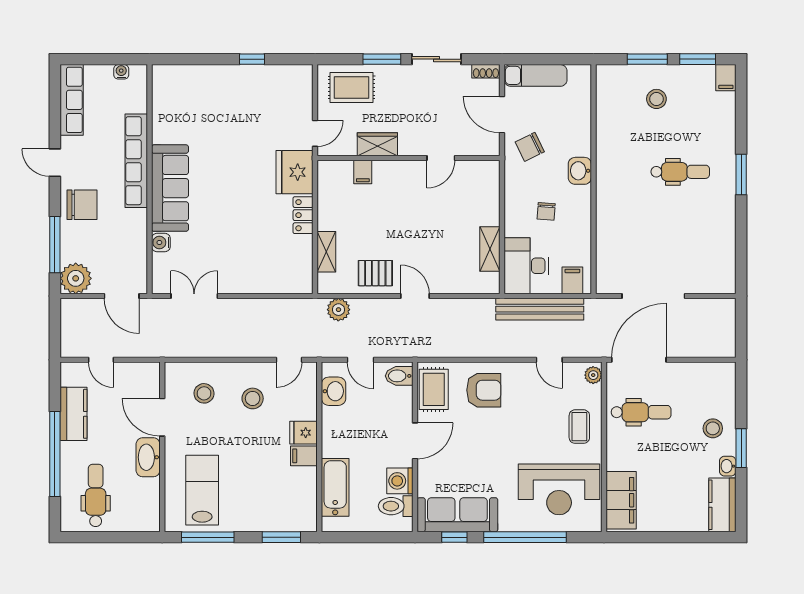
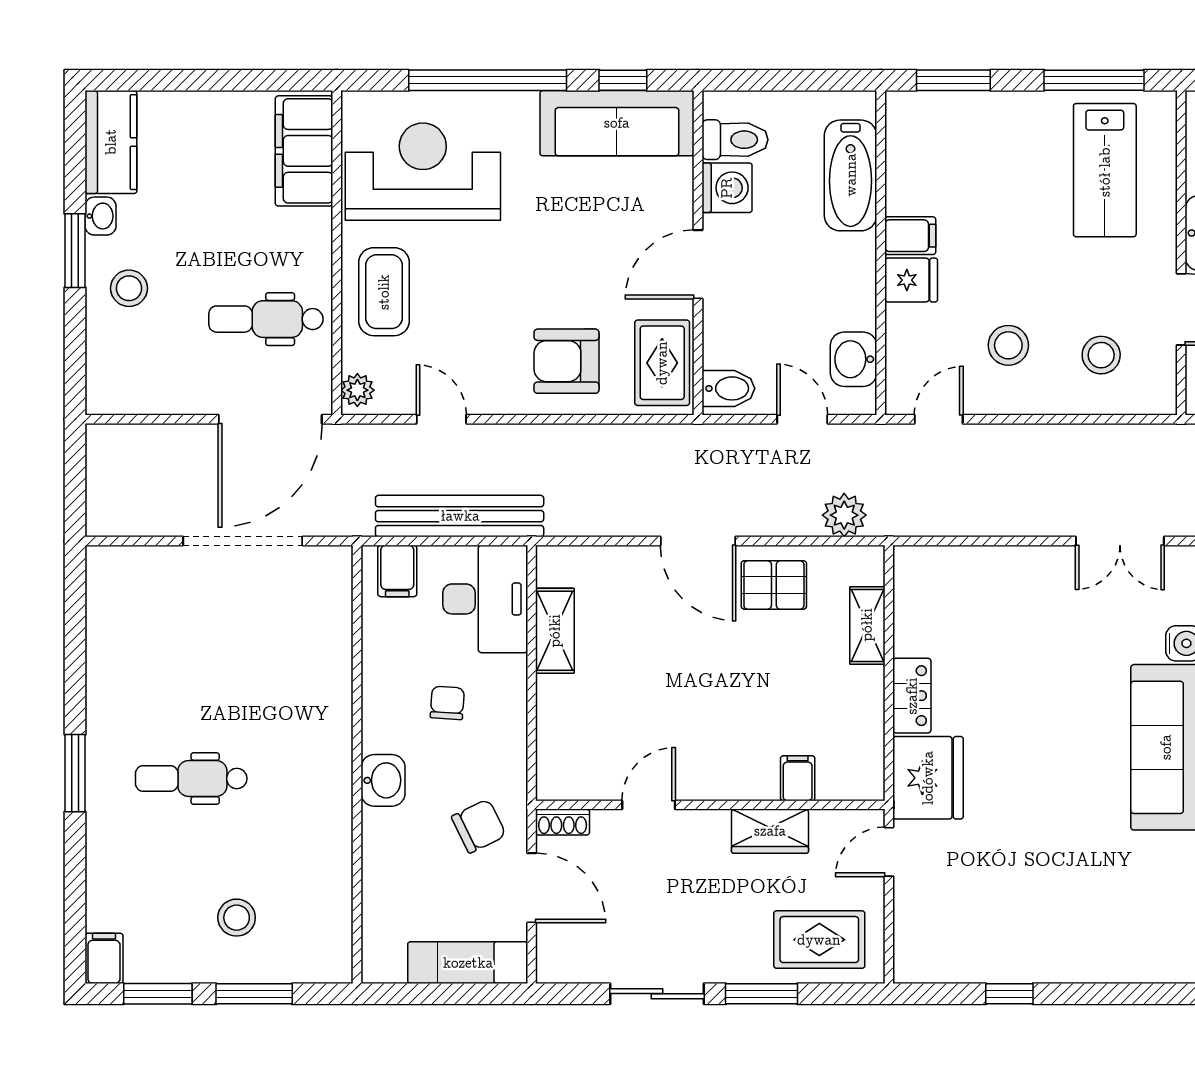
shoe rack: (486, 71) -> (563, 822), moved, turned 180
door: (415, 296) -> (698, 541), width x1.38
coffee table: (579, 427) -> (384, 292), width x1.36, depth x1.30

